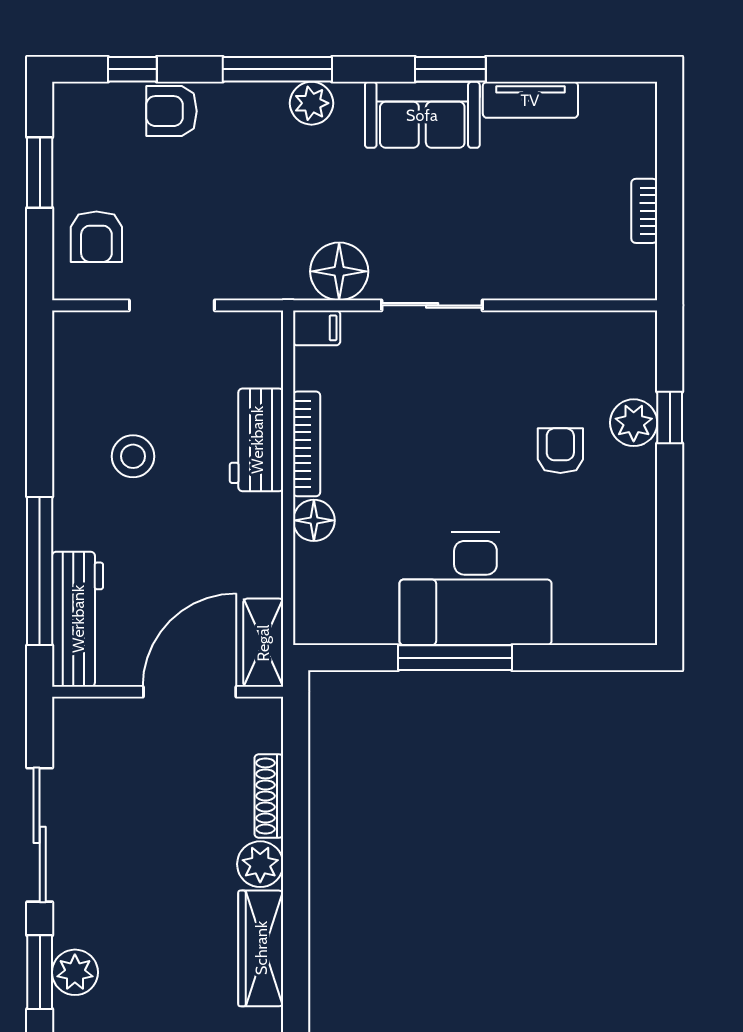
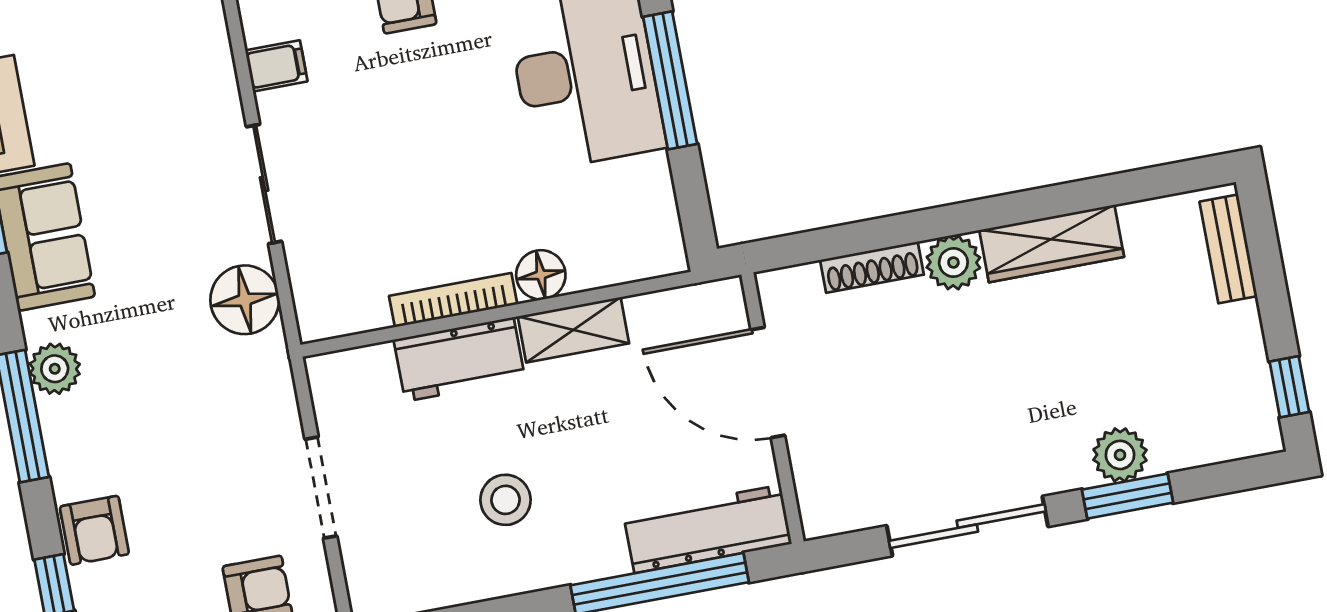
filing cabinet: (317, 328) -> (276, 66), moved, turned 90
shelving: (263, 643) -> (573, 330), moved

